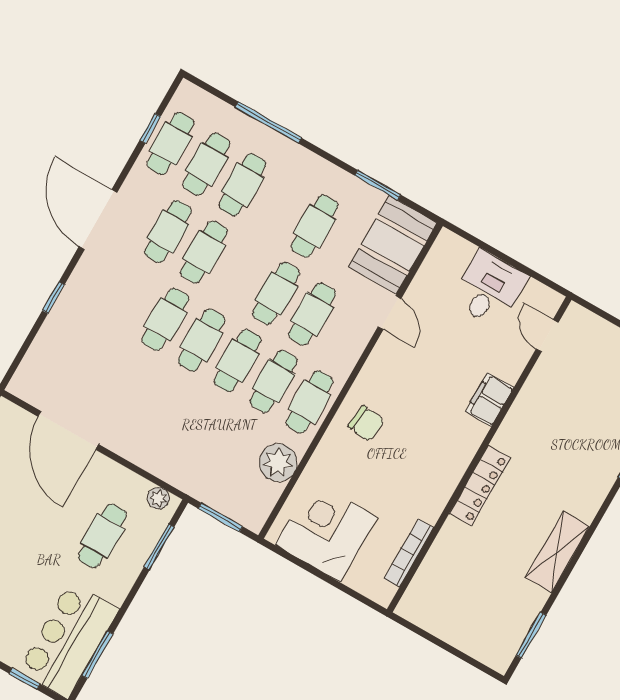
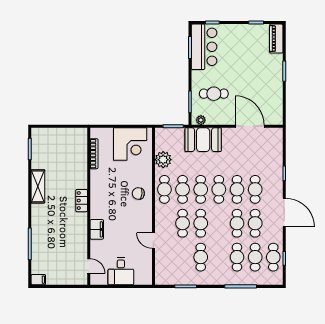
booth: (393, 245) -> (203, 140), moved, turned 90
cafe table: (129, 299) -> (255, 189), added
locker: (480, 486) -> (82, 201), width x0.66
cafe table: (102, 536) -> (214, 94), turned 90

